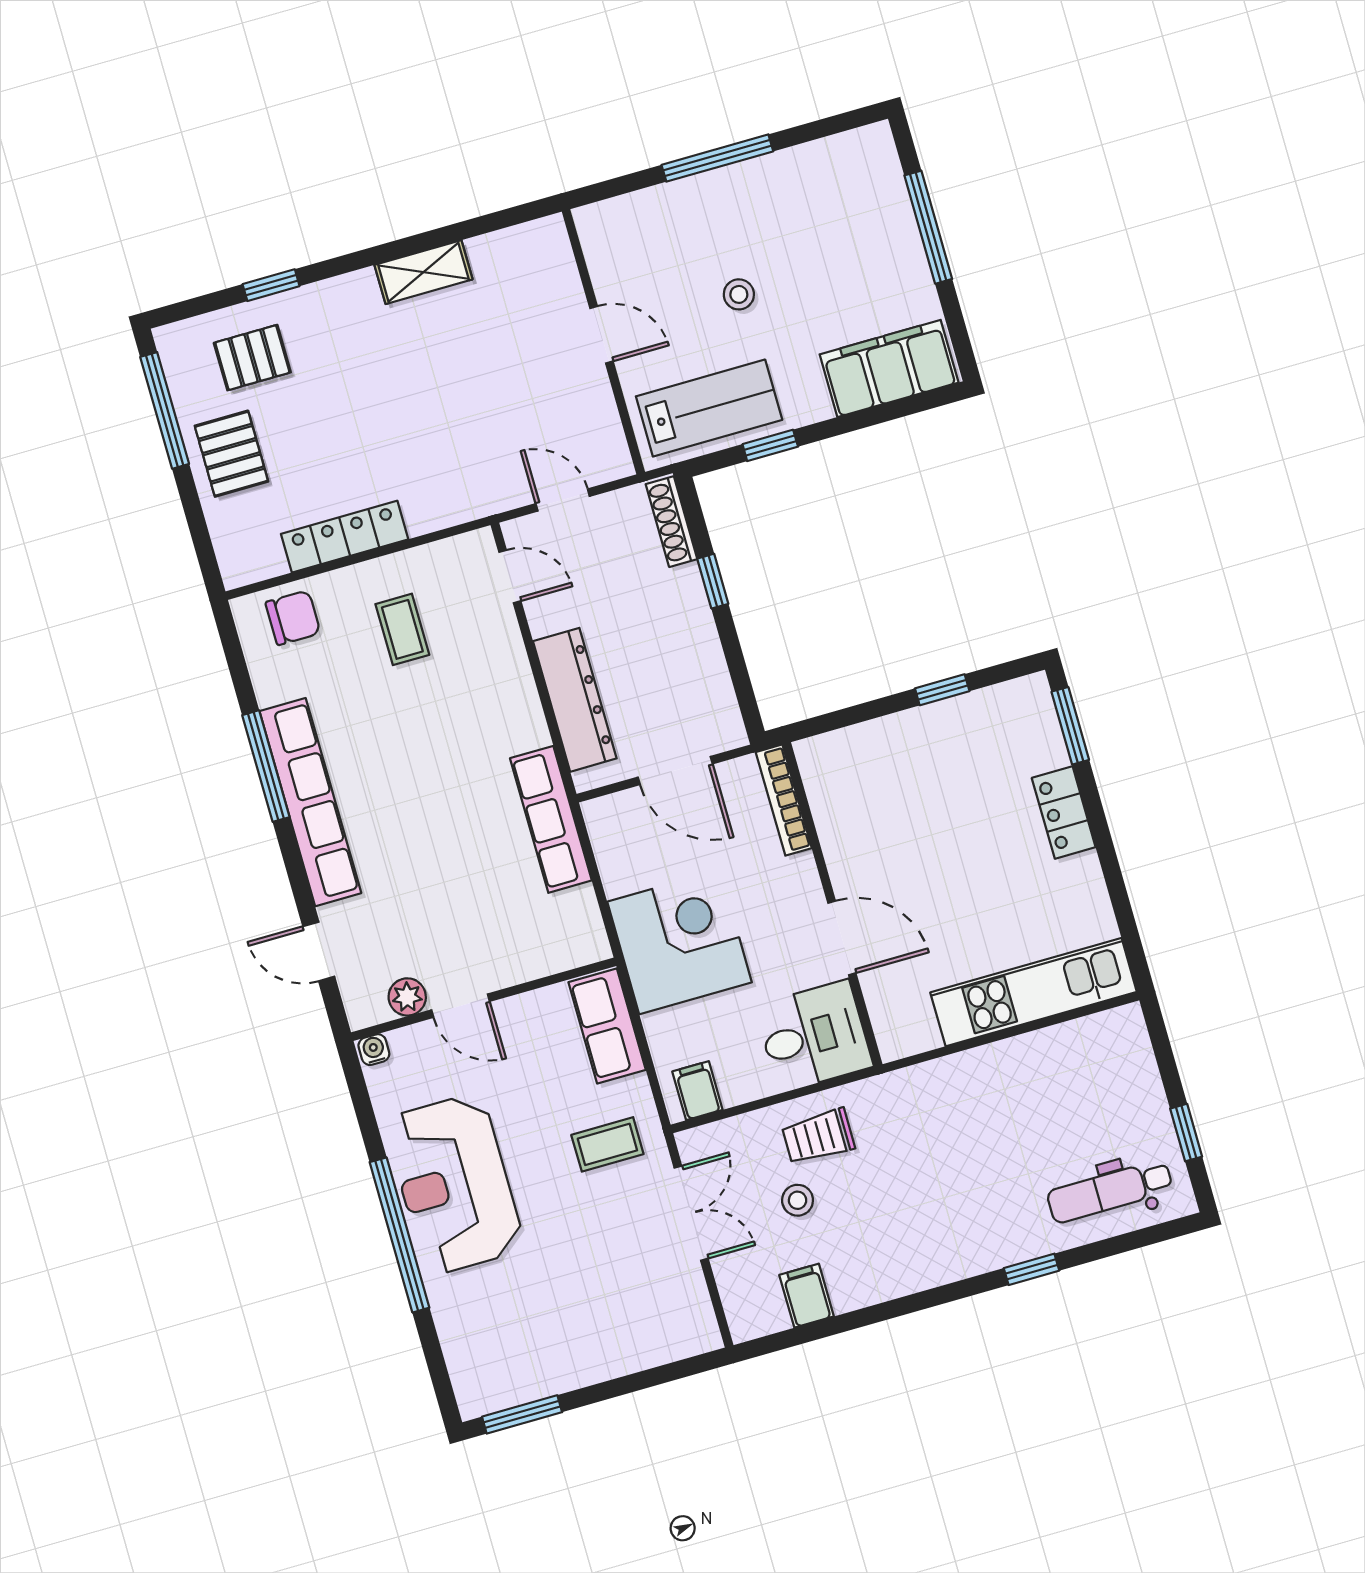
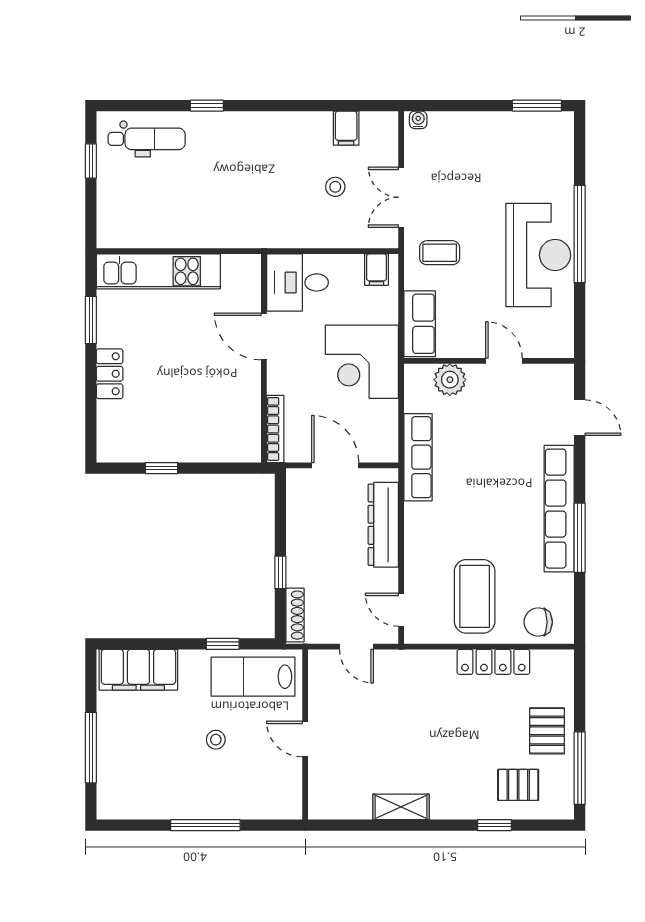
coffee table: (402, 629) -> (475, 596), width x1.86, depth x1.72
window: (1070, 726) -> (91, 320), moved
plant: (407, 997) -> (450, 380), moved, width x1.38, depth x1.38
water cooler: (374, 1050) -> (418, 120), moved, turned 180
trolley: (818, 1137) -> (312, 221), removed

